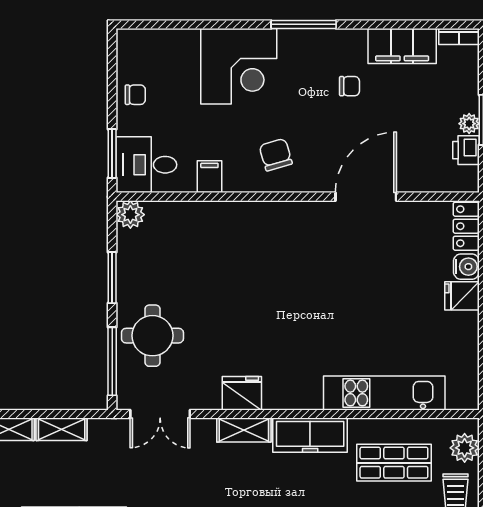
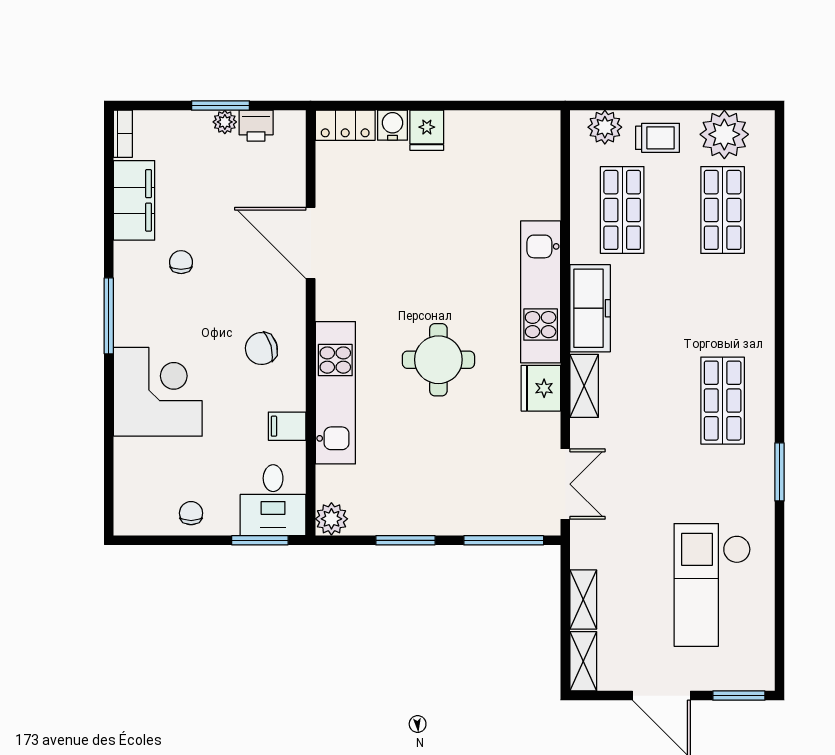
kitchen unit: (238, 218) -> (335, 393), added
round table: (152, 336) -> (438, 360), moved
kitchen unit: (384, 393) -> (541, 292), moved

